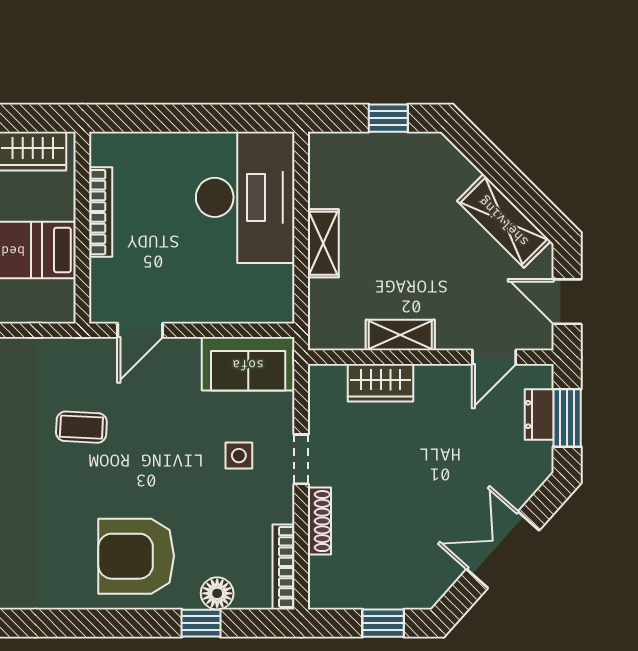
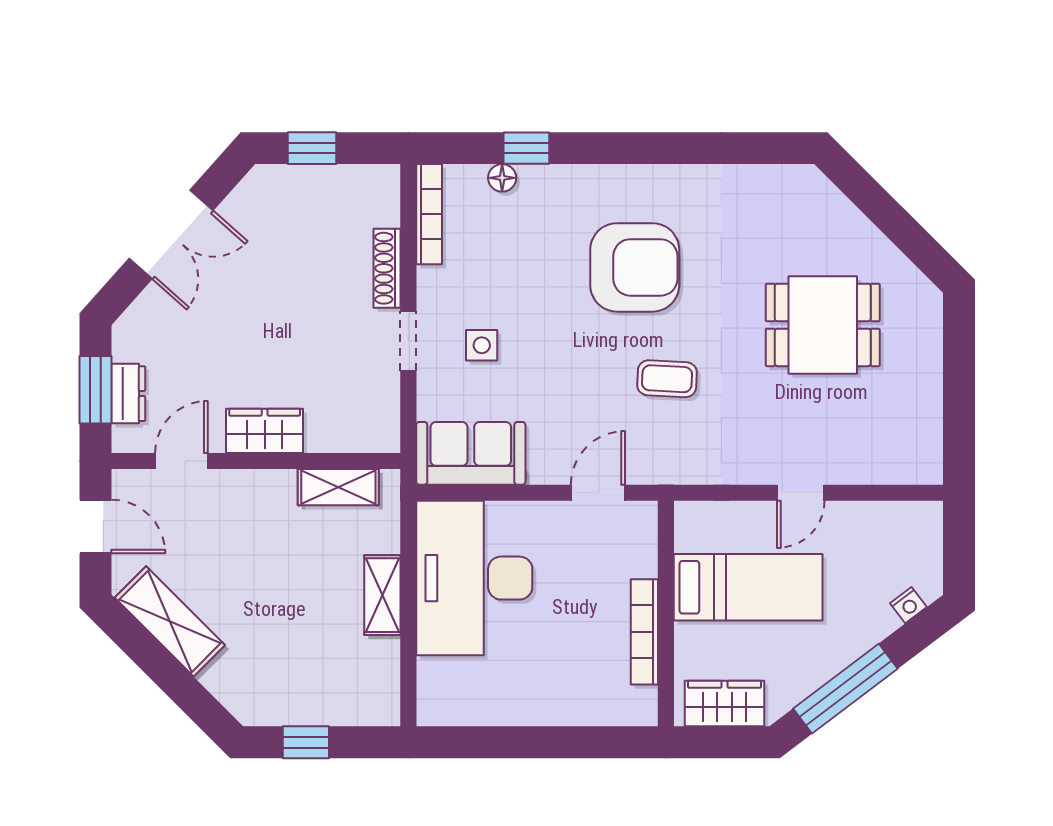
desk: (245, 197) -> (474, 578), moved
shelving: (400, 335) -> (338, 487), moved
wardrobe: (381, 383) -> (265, 431), moved
armchair: (136, 556) -> (635, 267), moved
floor lamp: (217, 593) -> (502, 178), width x0.73, depth x0.73

